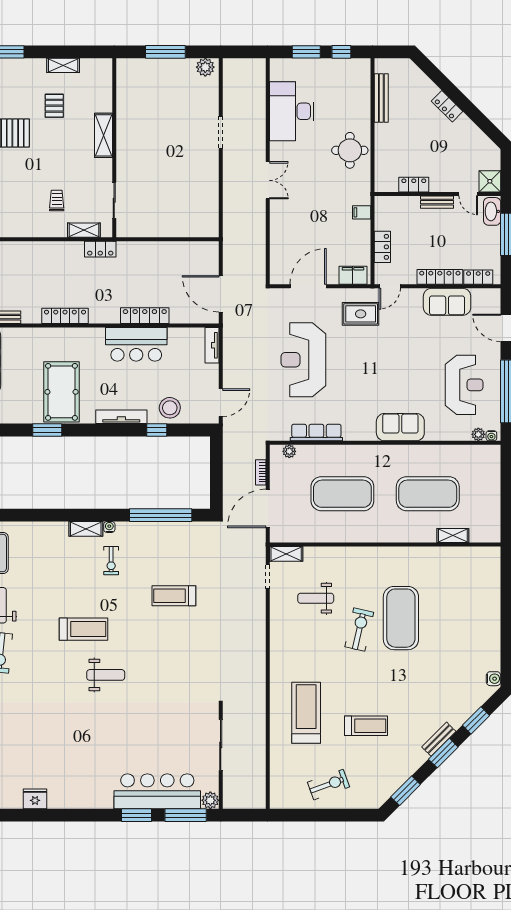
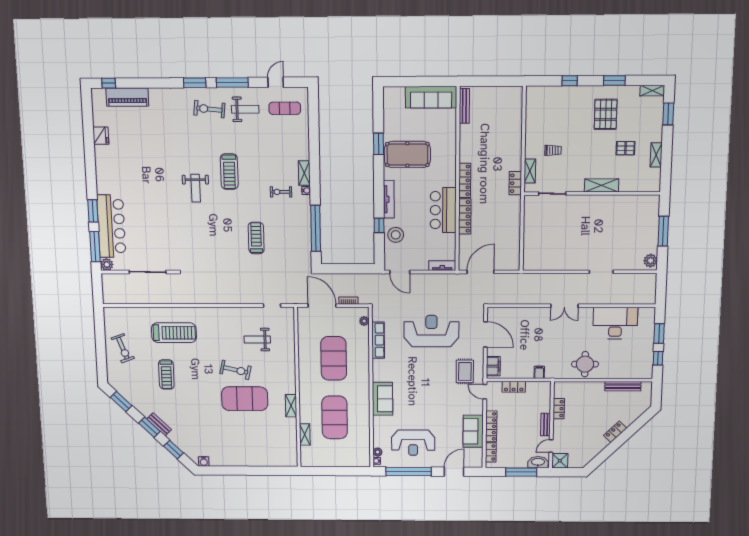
locker: (65, 316) -> (465, 180), moved
shelving: (286, 554) -> (291, 406), moved
weight bench: (316, 598) -> (257, 340), turned -90

